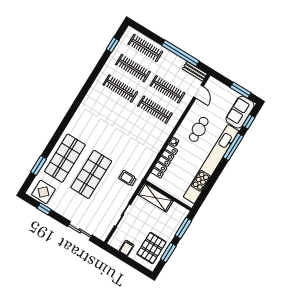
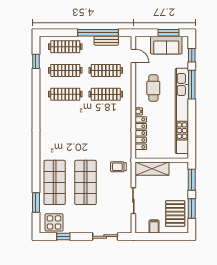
bench: (195, 71) -> (106, 41), moved
sofa: (240, 112) -> (166, 45), moved, turned -90

